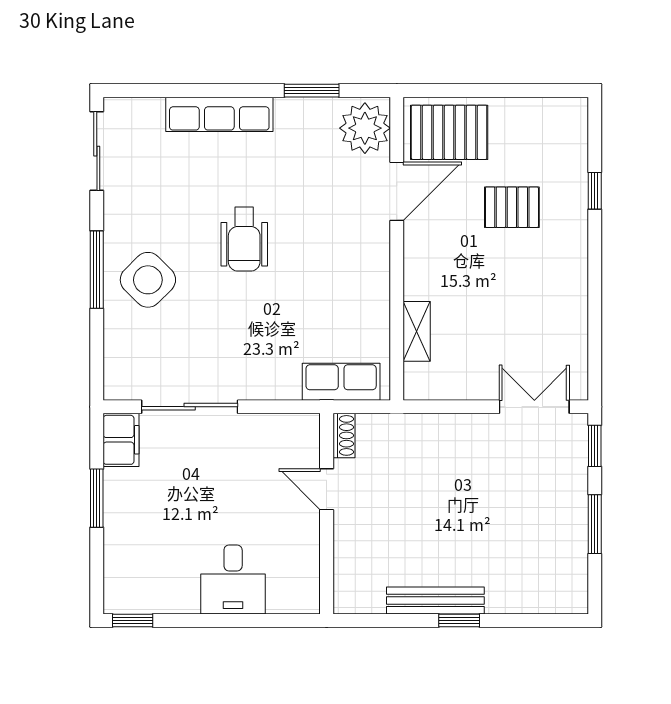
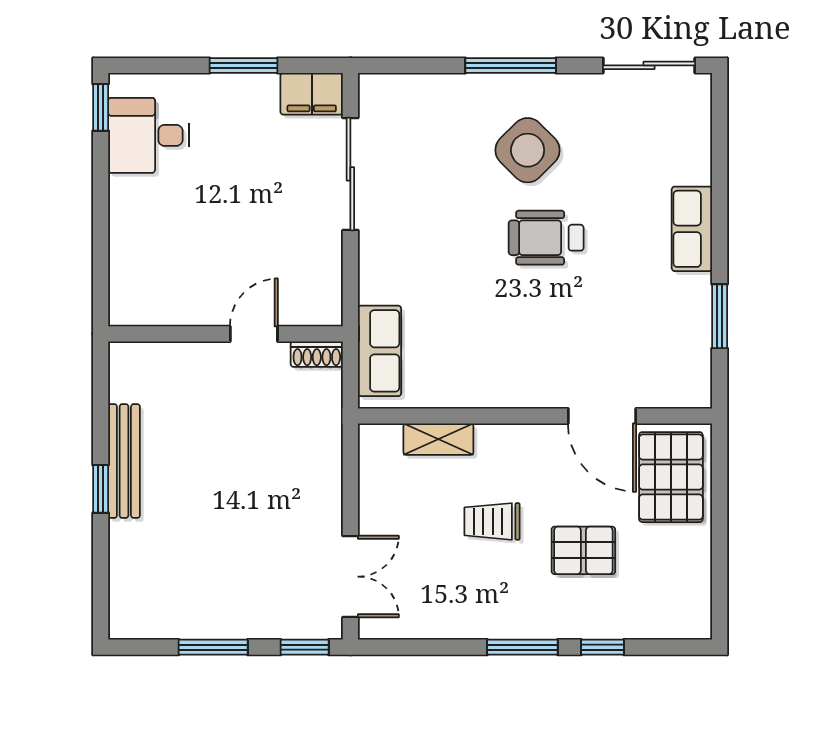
row of seats: (219, 114) -> (692, 229), width x0.68
plant: (365, 128) -> (676, 379), removed
pallet: (512, 207) -> (583, 550), turned 90
window: (595, 259) -> (522, 647), added
side table: (148, 280) -> (528, 150), moved
trolley: (487, 285) -> (492, 521), added
desk: (233, 579) -> (149, 135), moved

